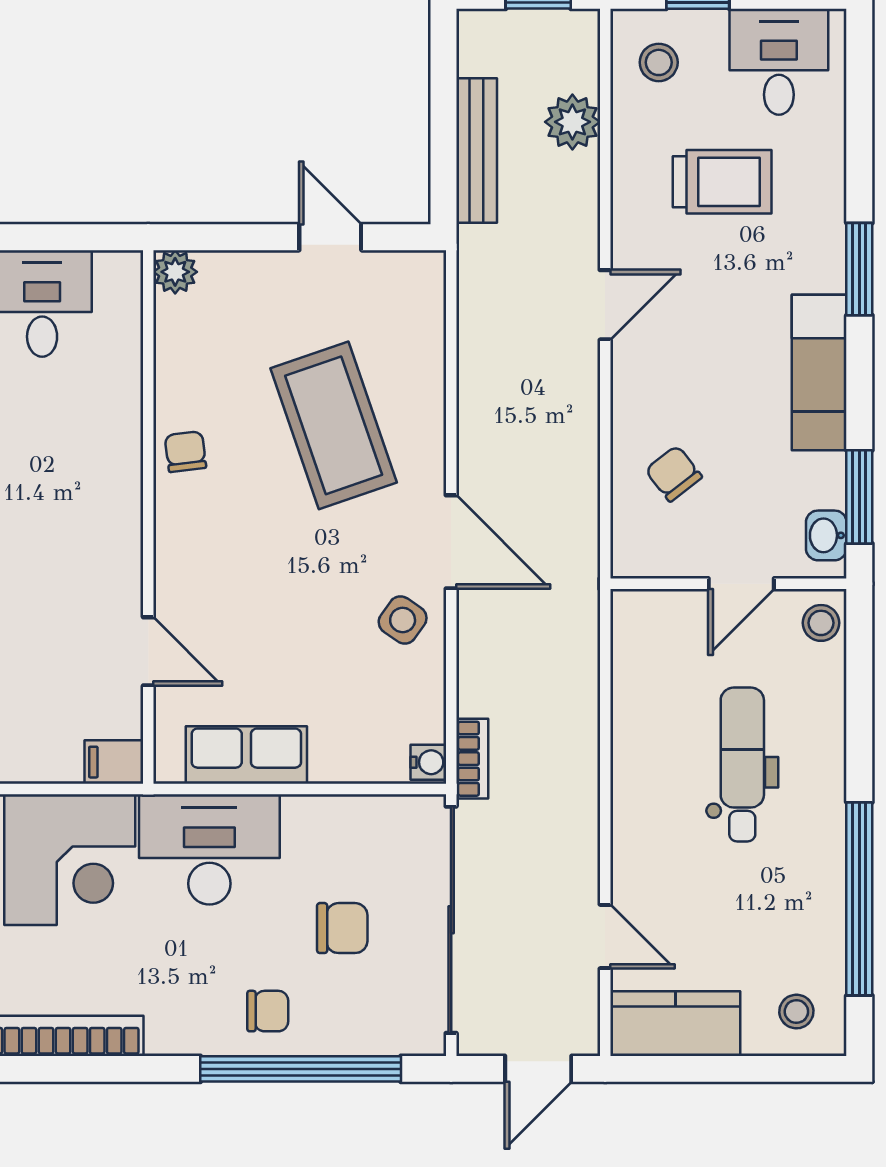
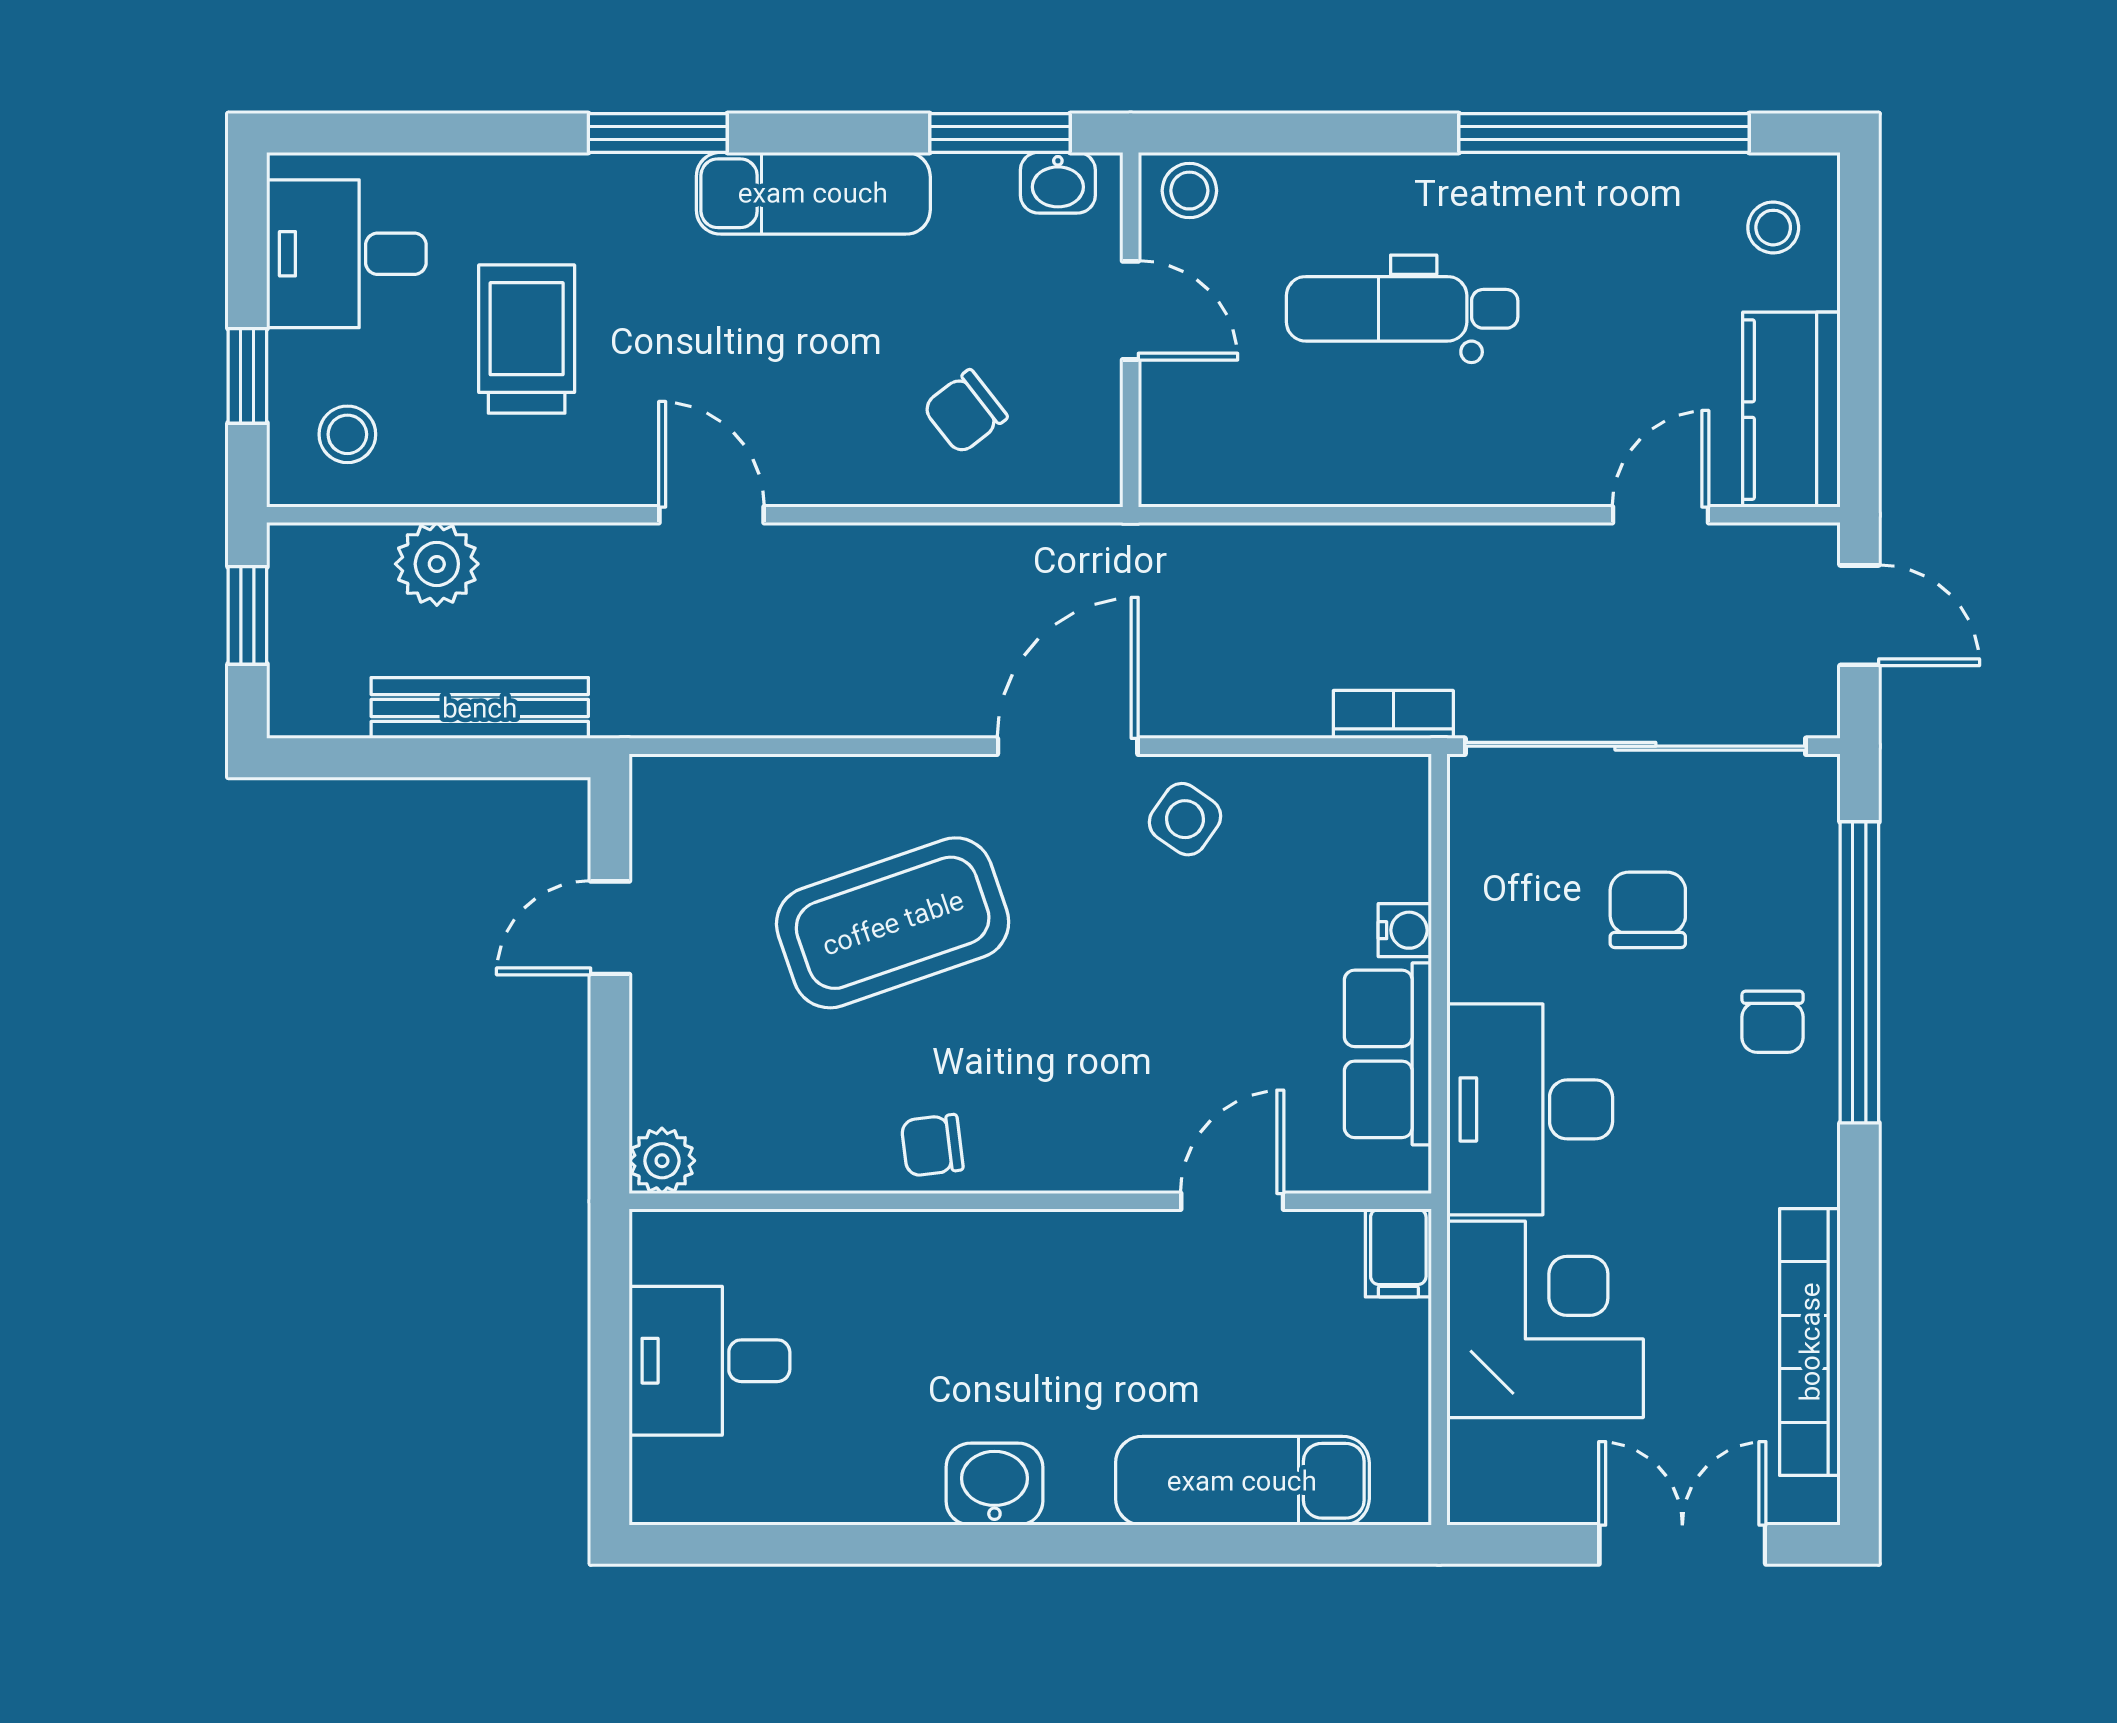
water cooler: (428, 762) -> (1405, 930), moved, turned 90
chair: (268, 1011) -> (1773, 1022), turned 180

